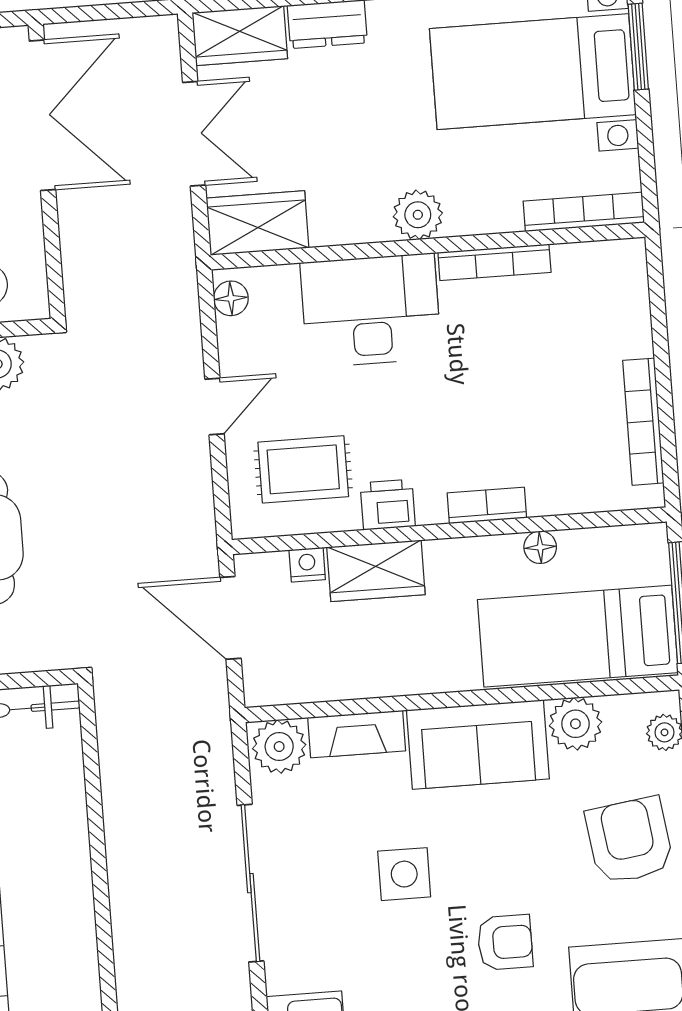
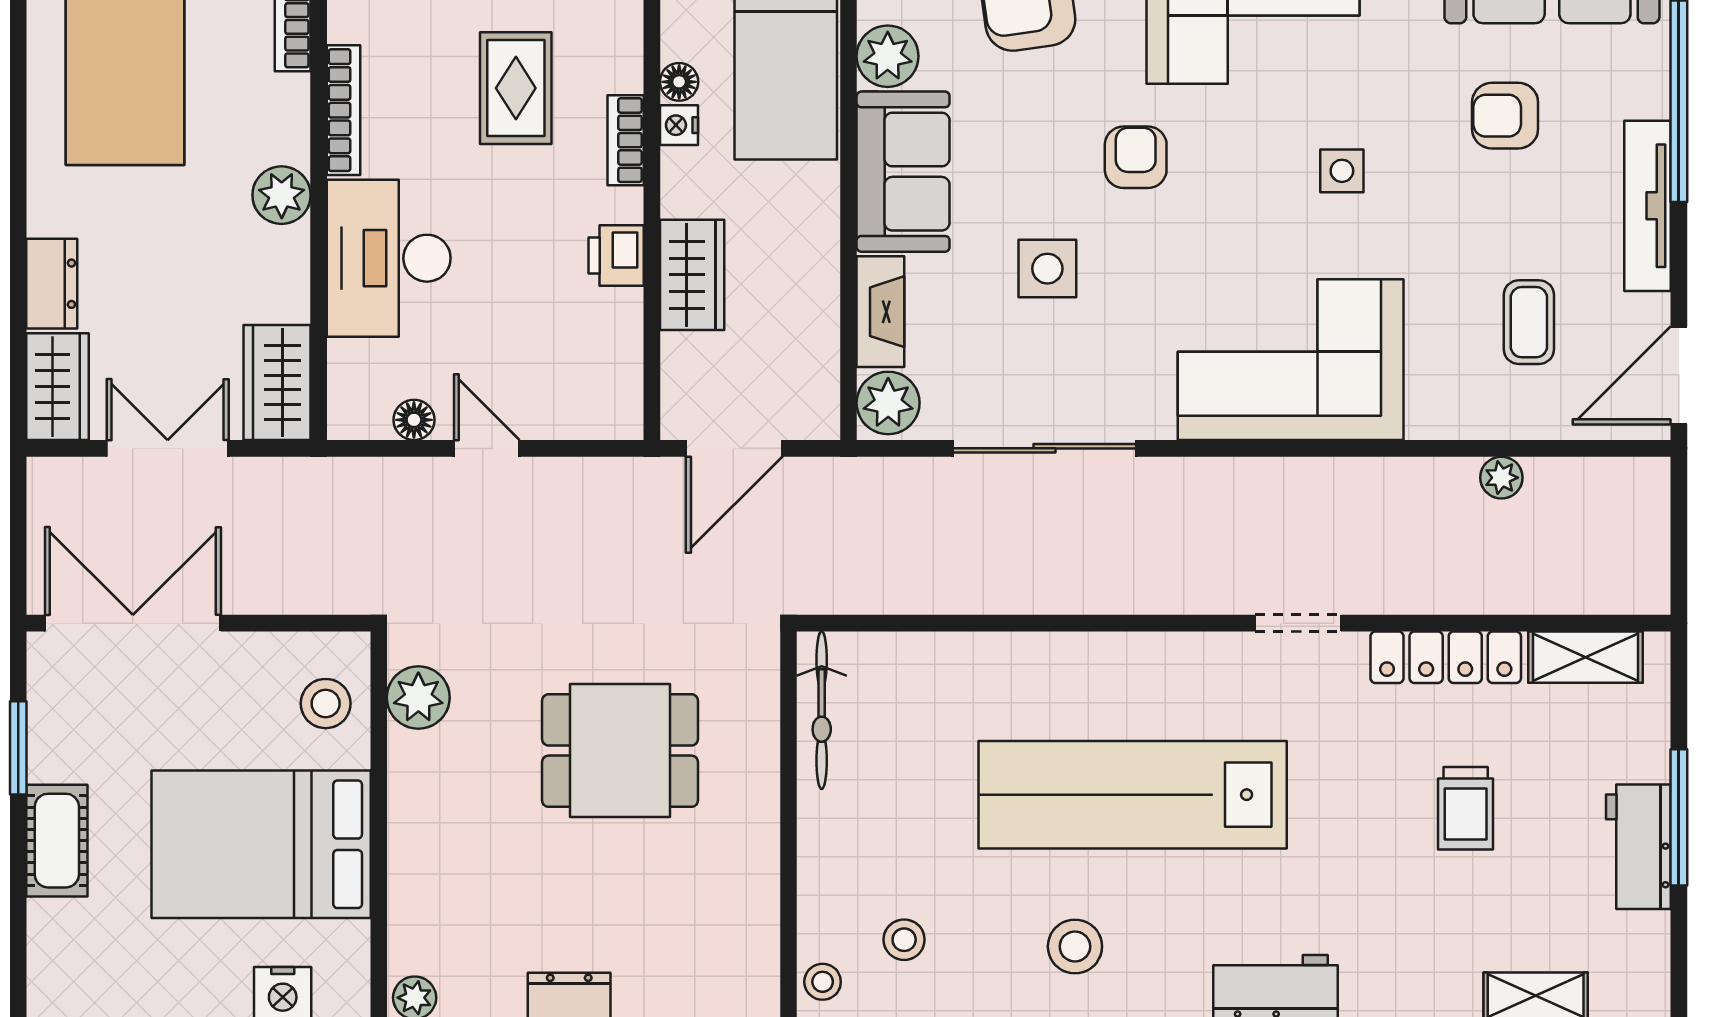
floor lamp: (231, 298) -> (414, 420), moved
rug: (303, 469) -> (516, 88), moved
nightstand: (307, 565) -> (679, 125), moved

